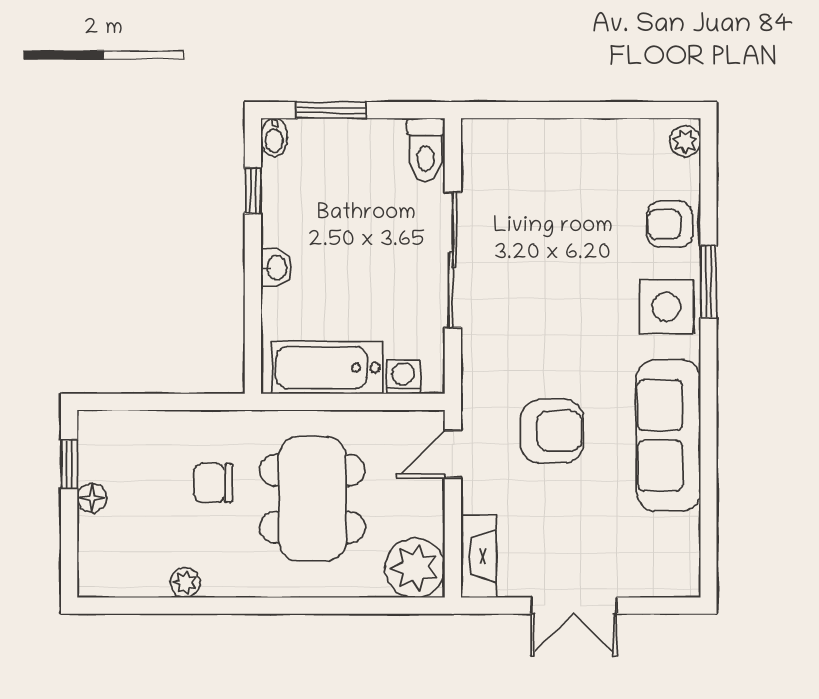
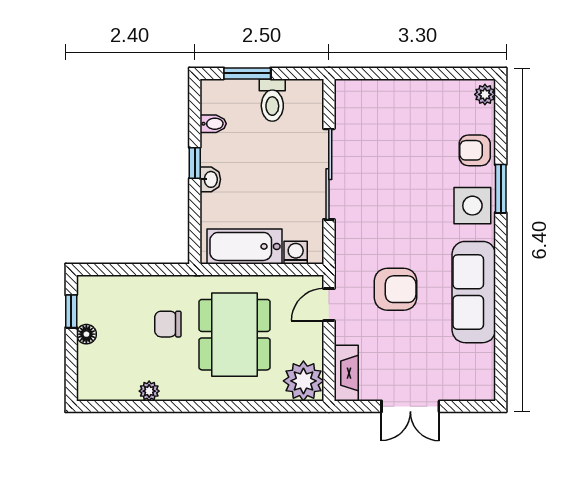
bidet: (274, 137) -> (213, 124), moved, turned -90
toilet: (426, 150) -> (272, 100), moved
window: (253, 191) -> (195, 163), moved

